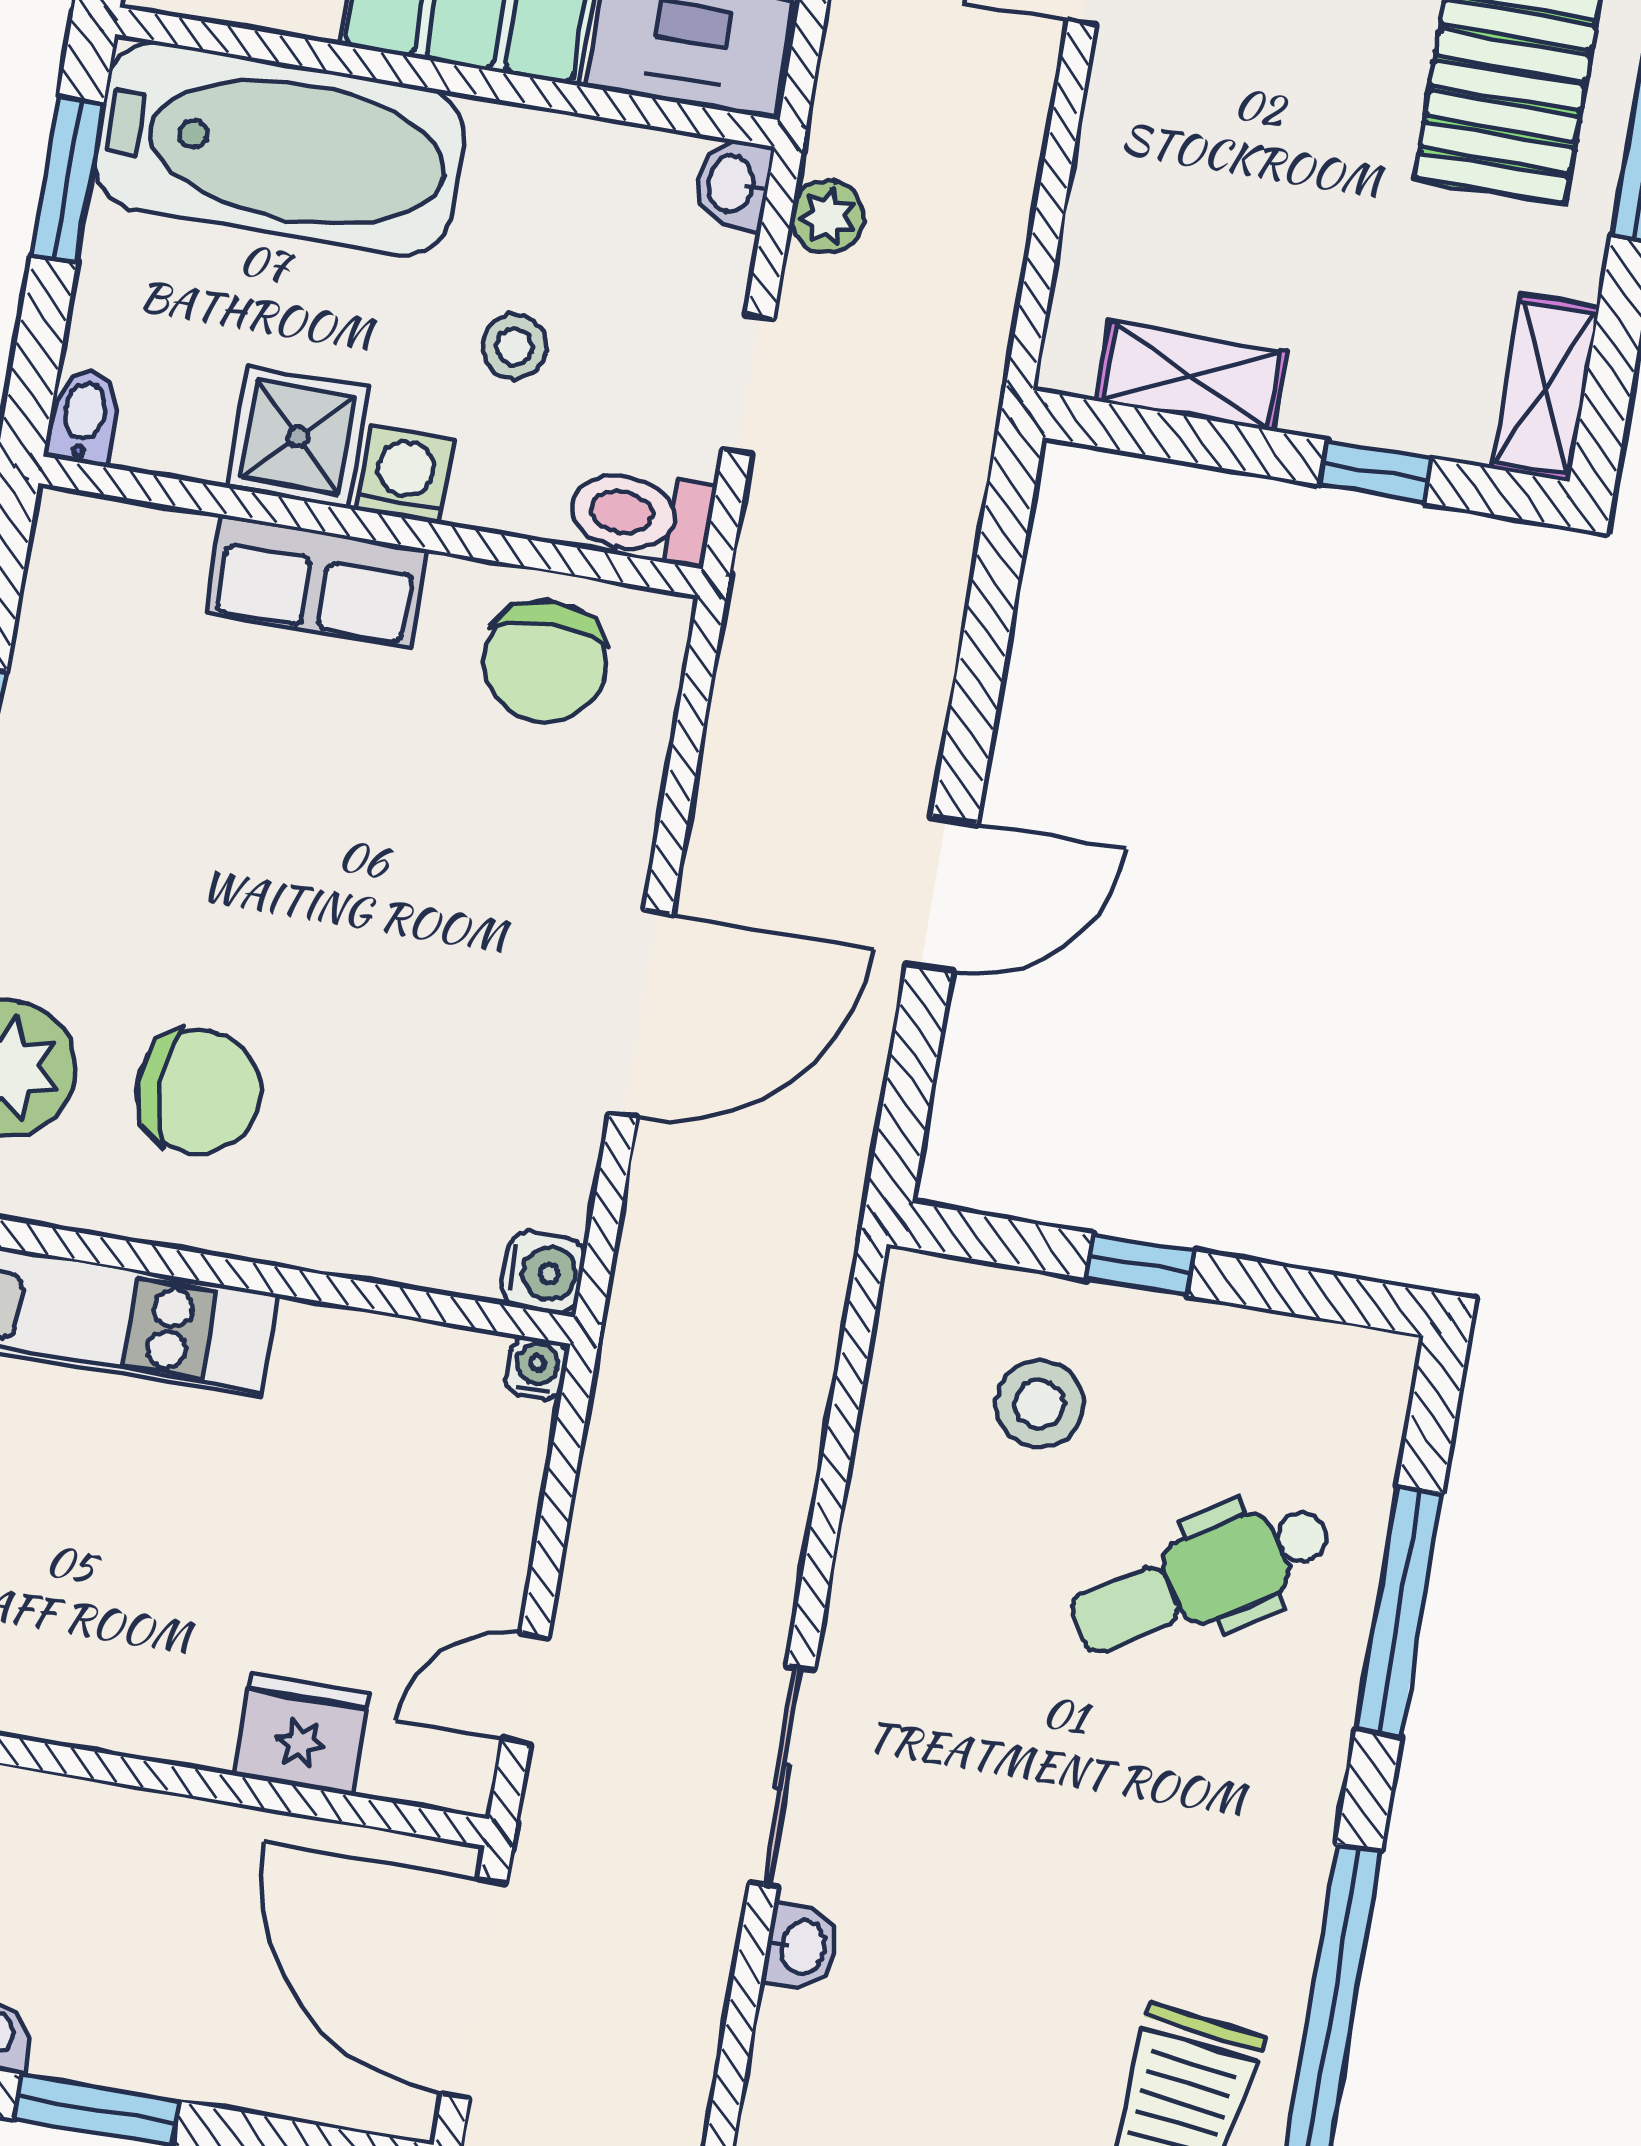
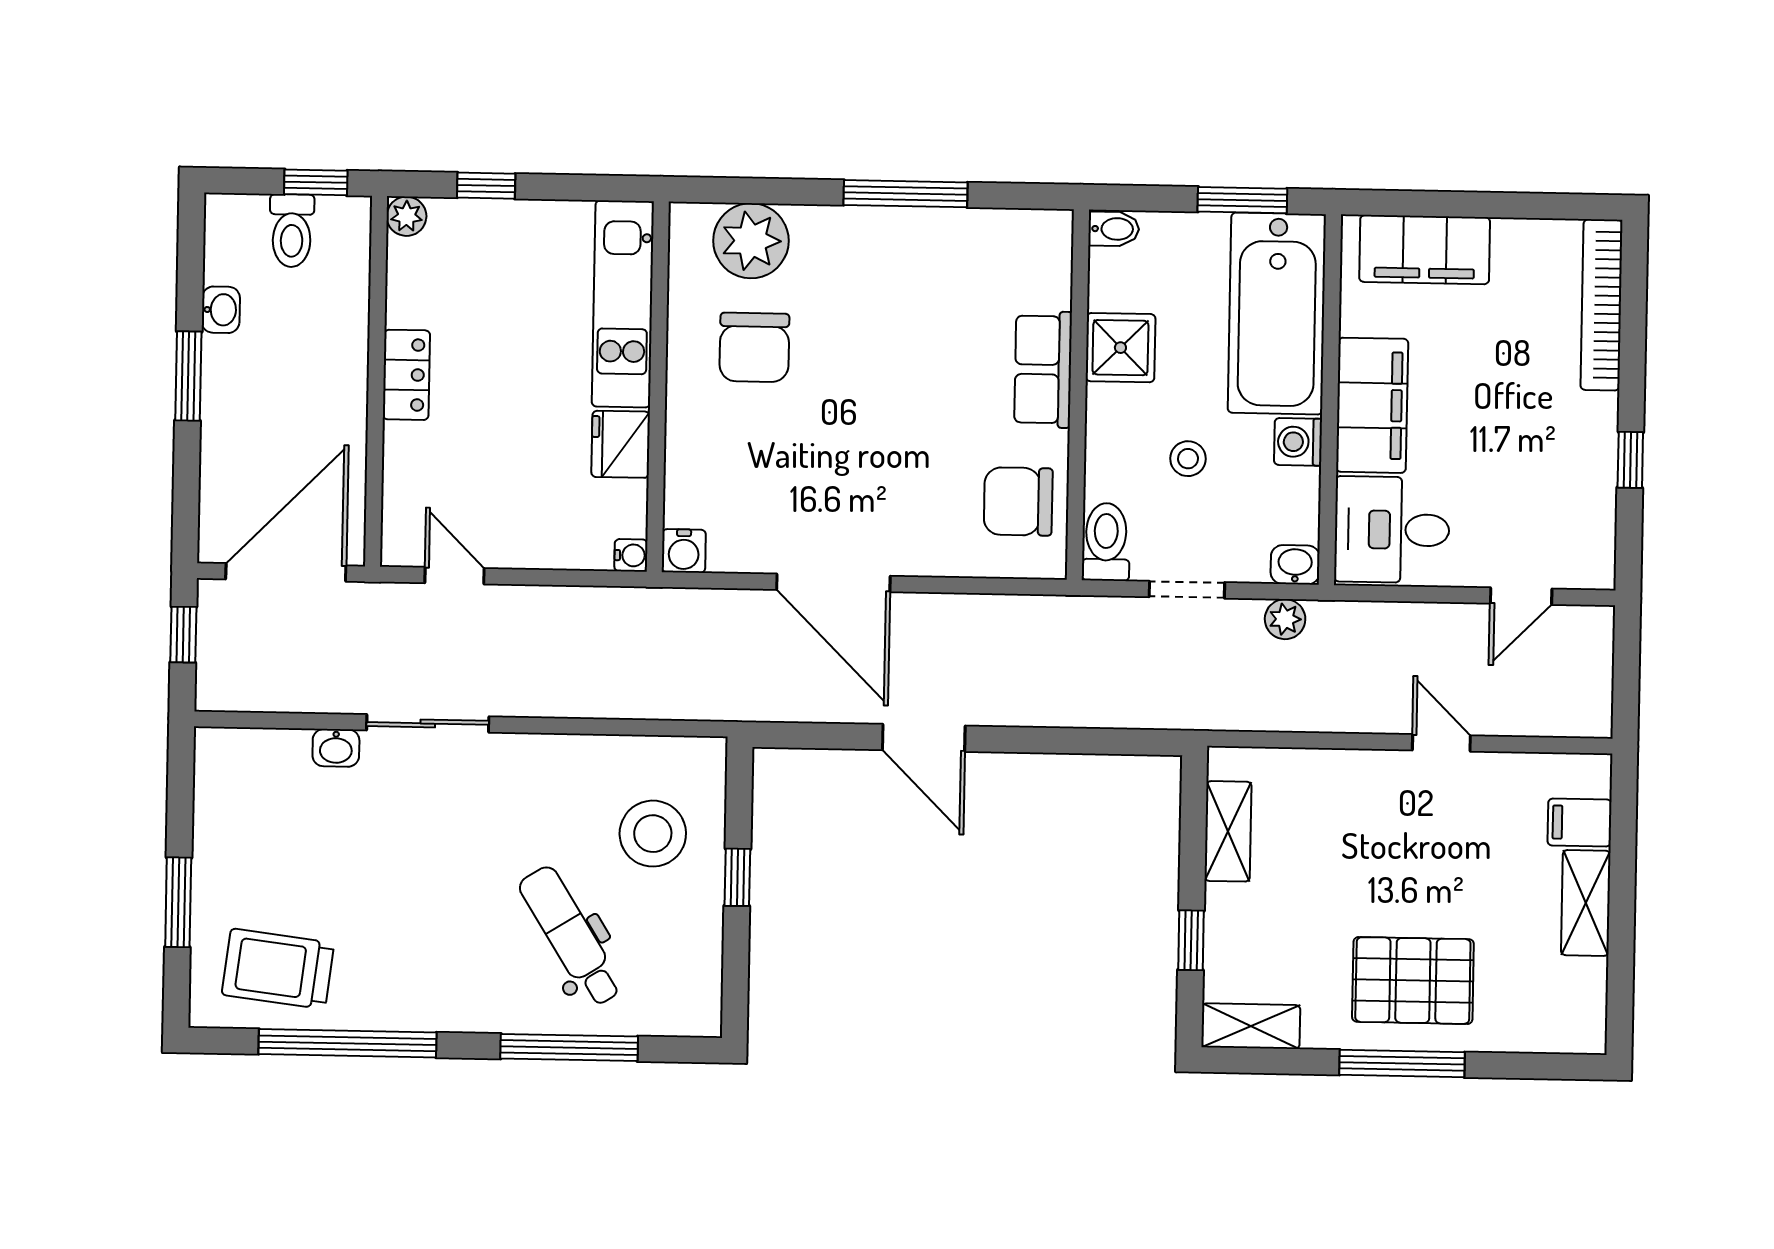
washing machine: (405, 475) -> (1298, 442), moved, turned 180
stool: (1040, 1404) -> (653, 834), width x1.38, depth x1.38
locker: (154, 1720) -> (406, 375), added
fridge: (302, 1735) -> (621, 444), moved, turned 180

